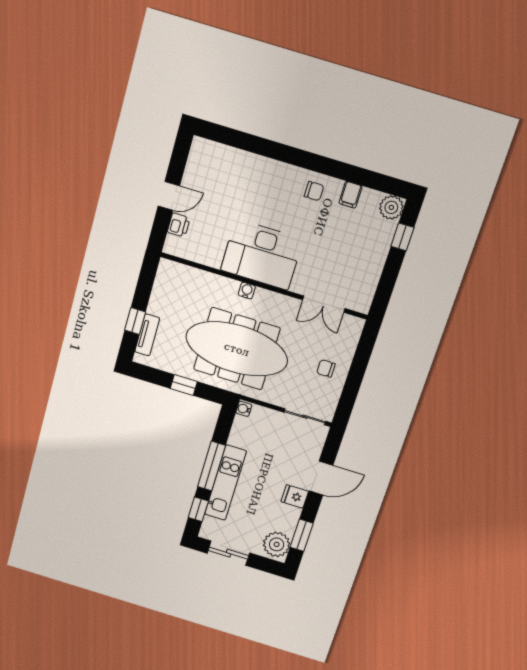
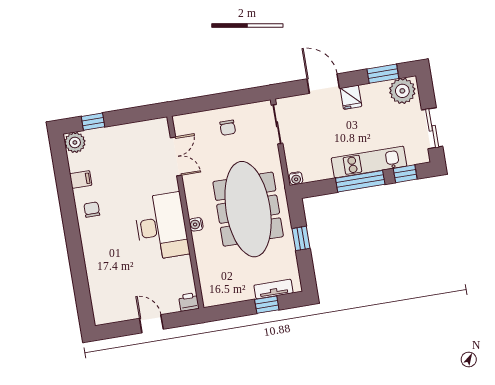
printer: (179, 225) -> (189, 302), moved

